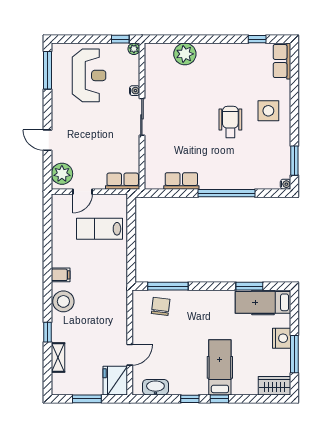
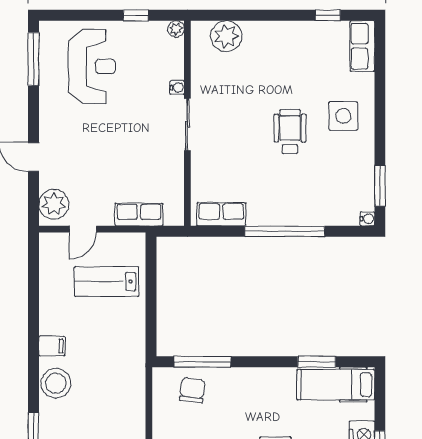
plant: (134, 49) -> (176, 29), moved
water cooler: (135, 91) -> (177, 88), moved
wall: (142, 116) -> (187, 123), moved
sliding door: (142, 117) -> (187, 124), moved

